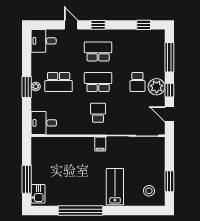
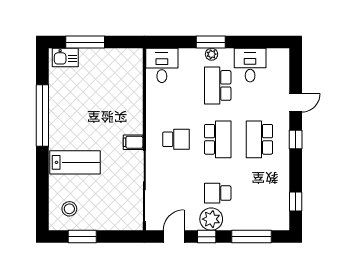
desk: (44, 41) -> (250, 65), moved
school desk: (98, 51) -> (259, 139), turned 180

